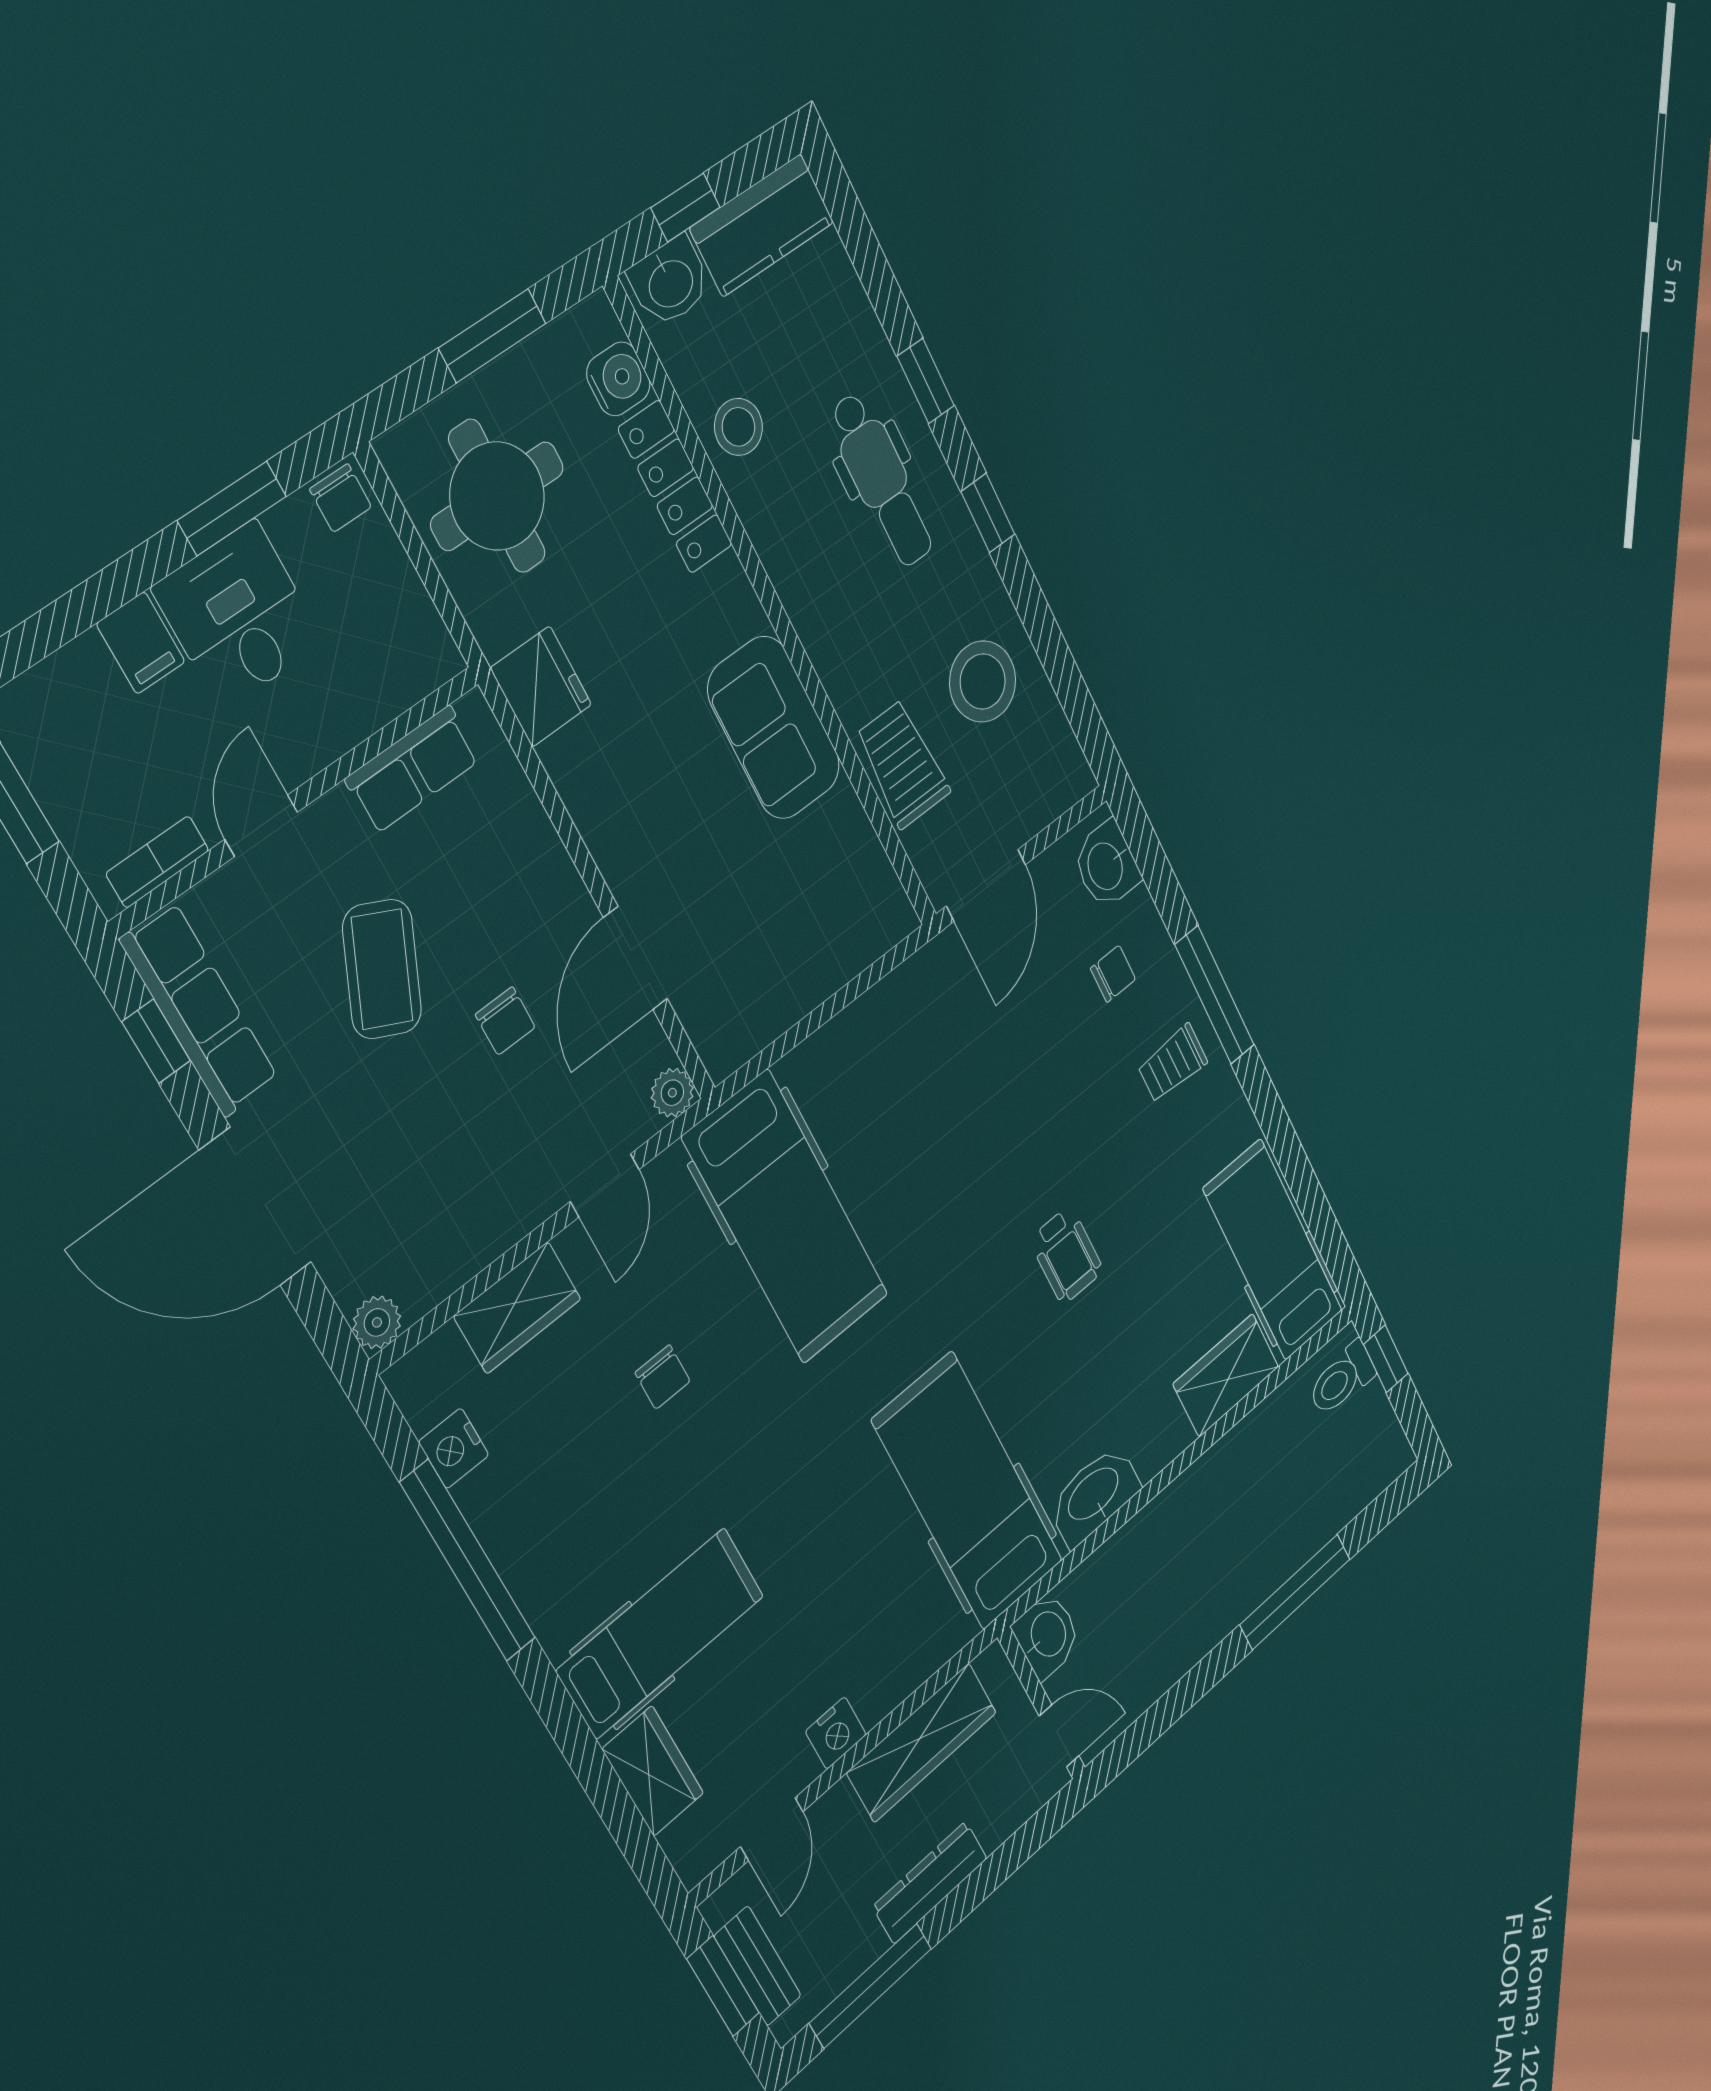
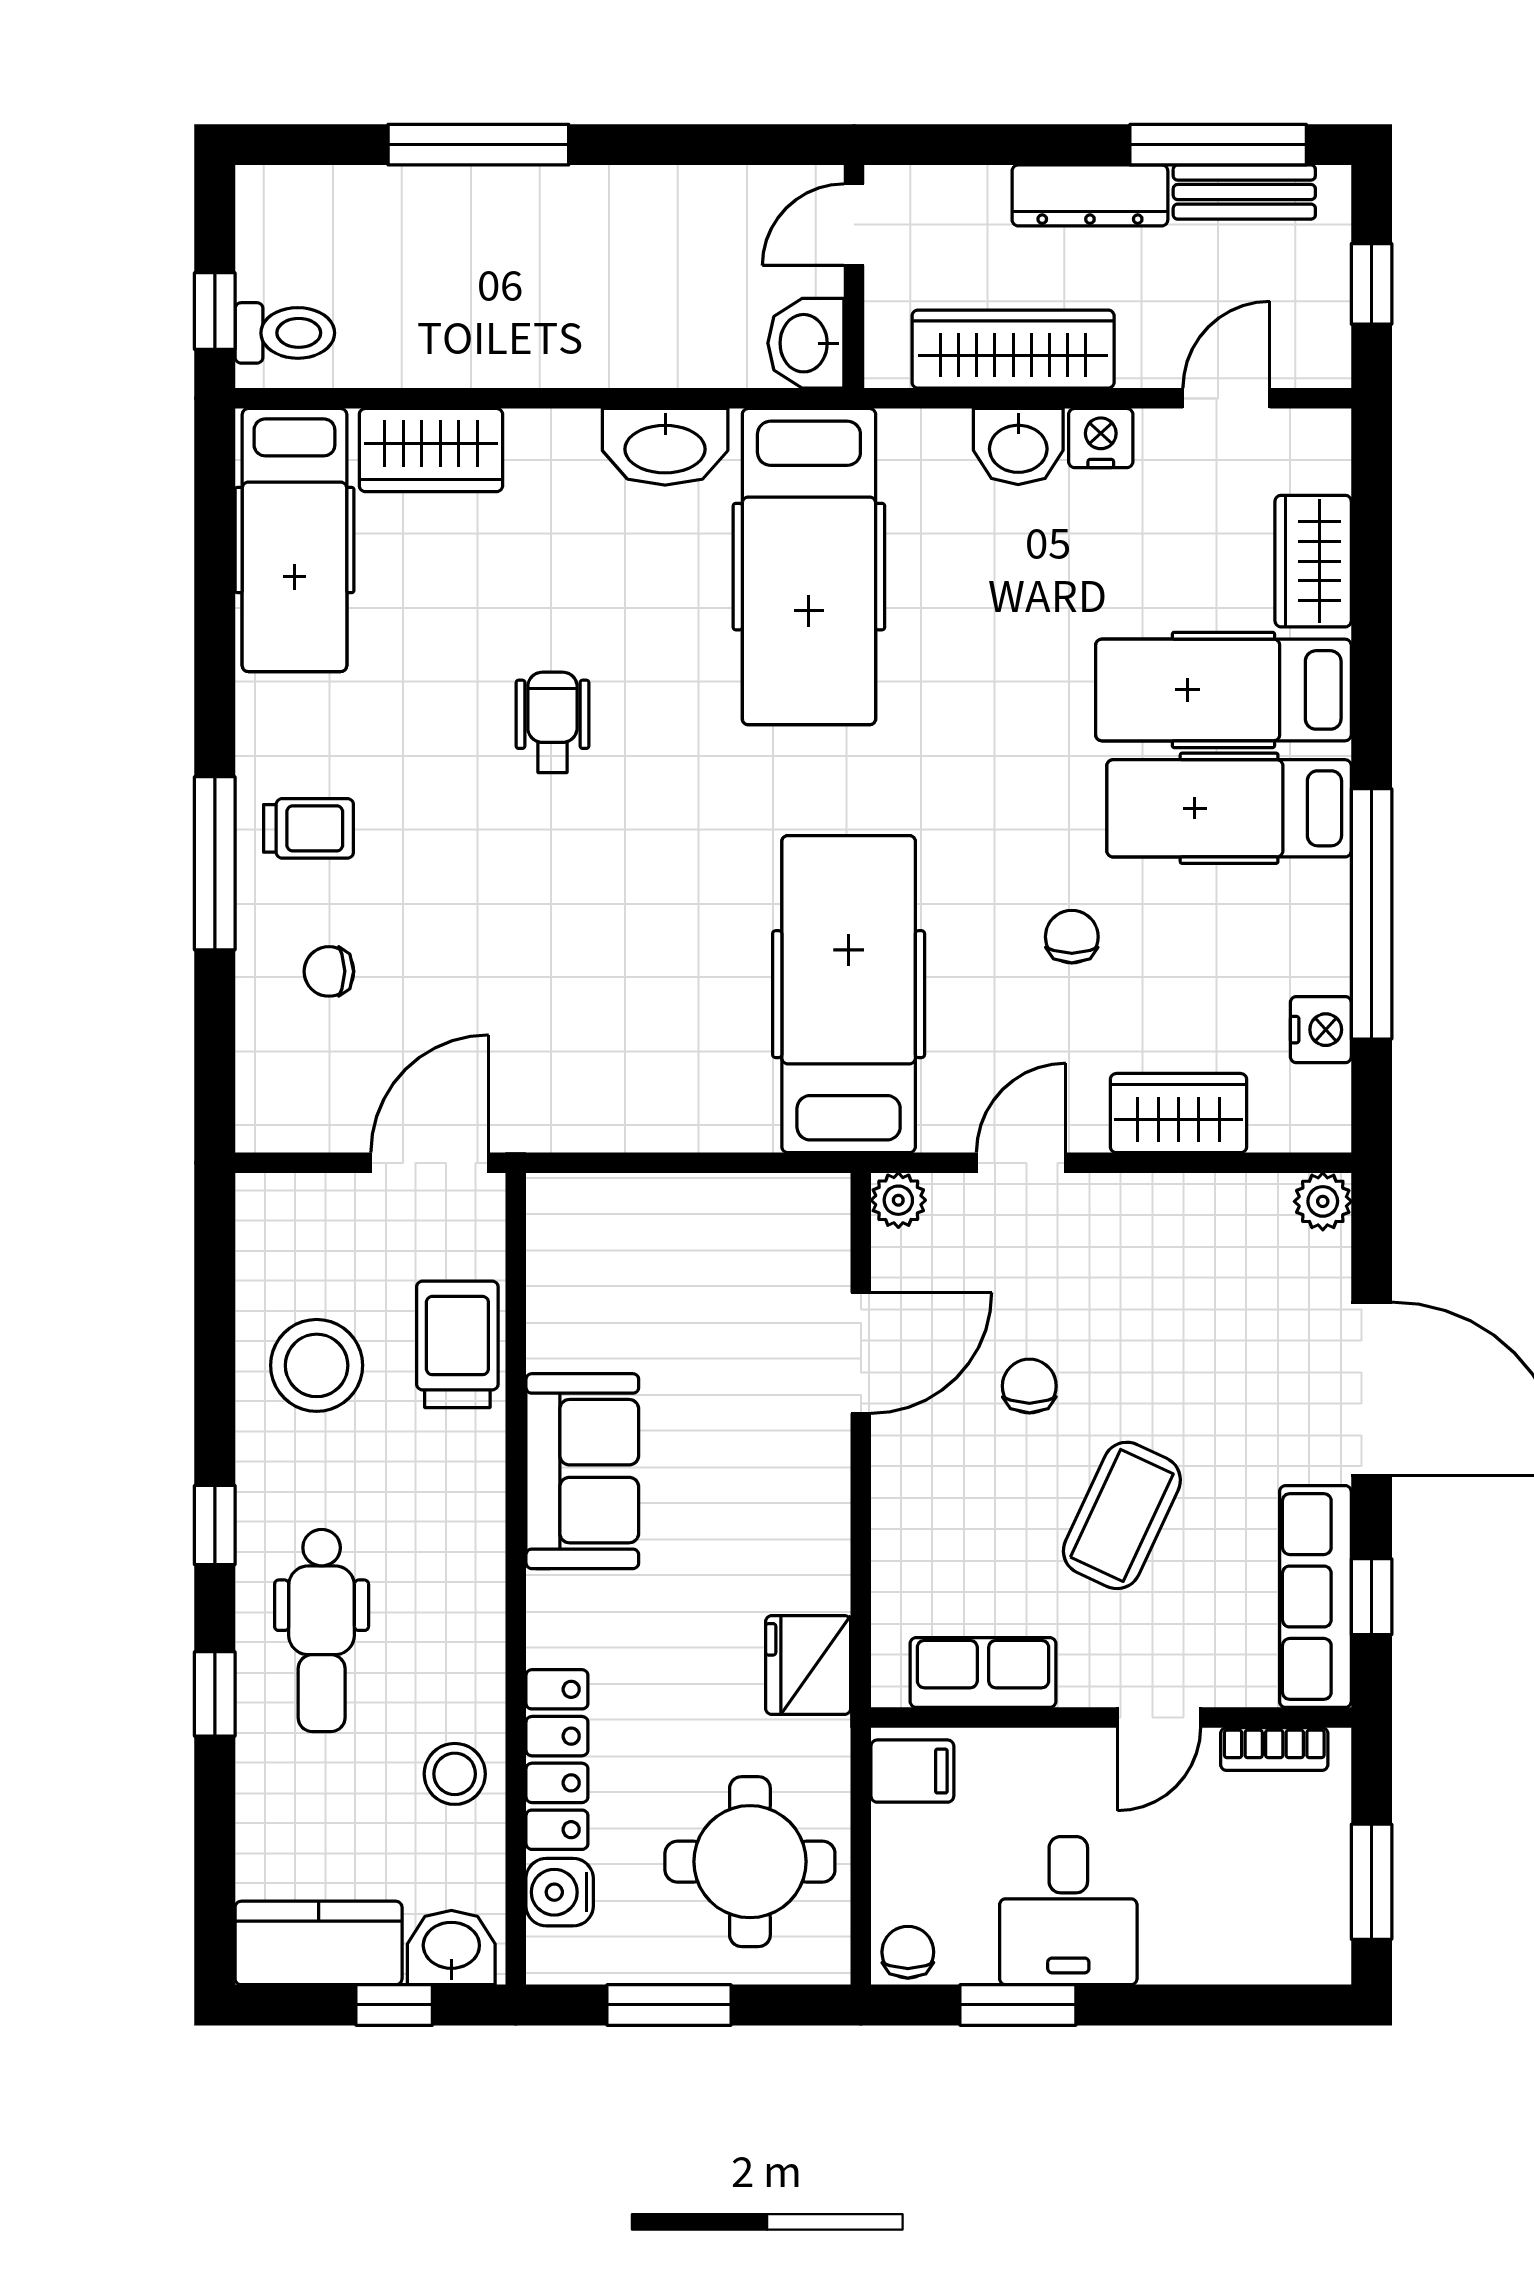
dental chair: (882, 480) -> (322, 1630), turned 180
filing cabinet: (141, 643) -> (912, 1771), moved, turned 90
trolley: (903, 764) -> (457, 1344), turned 180
washbasin: (1106, 865) -> (1018, 447), moved, turned 90
hospital bed: (609, 1554) -> (1229, 808), added
door: (1059, 1736) -> (854, 225), hinge flipped
bench: (758, 1966) -> (1244, 192), moved, turned 90
window: (723, 1986) -> (1372, 284), width x0.67

